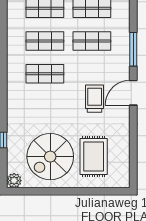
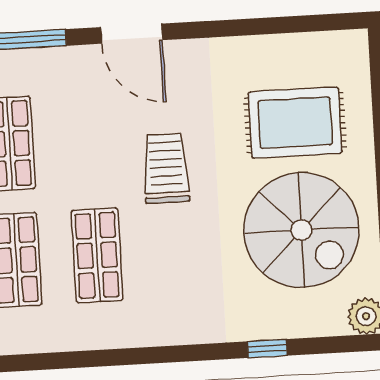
trolley: (95, 99) -> (166, 168), moved, turned 90

